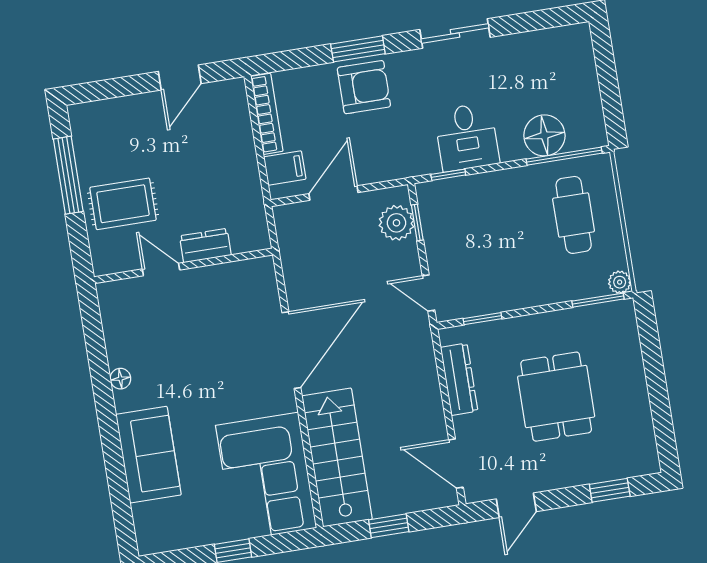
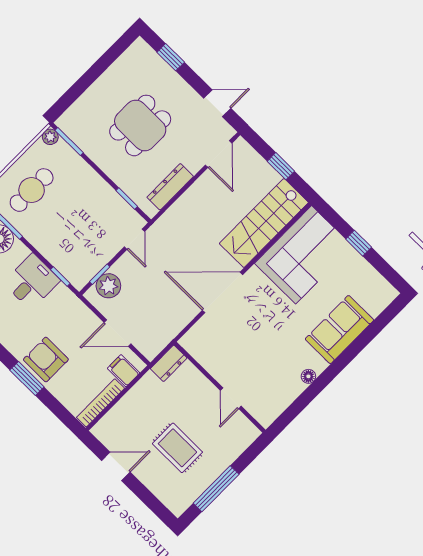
rug: (123, 204) -> (177, 448), moved
dresser: (205, 246) -> (169, 363), moved, turned -90

